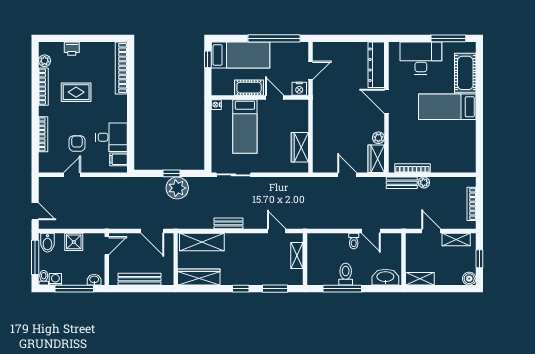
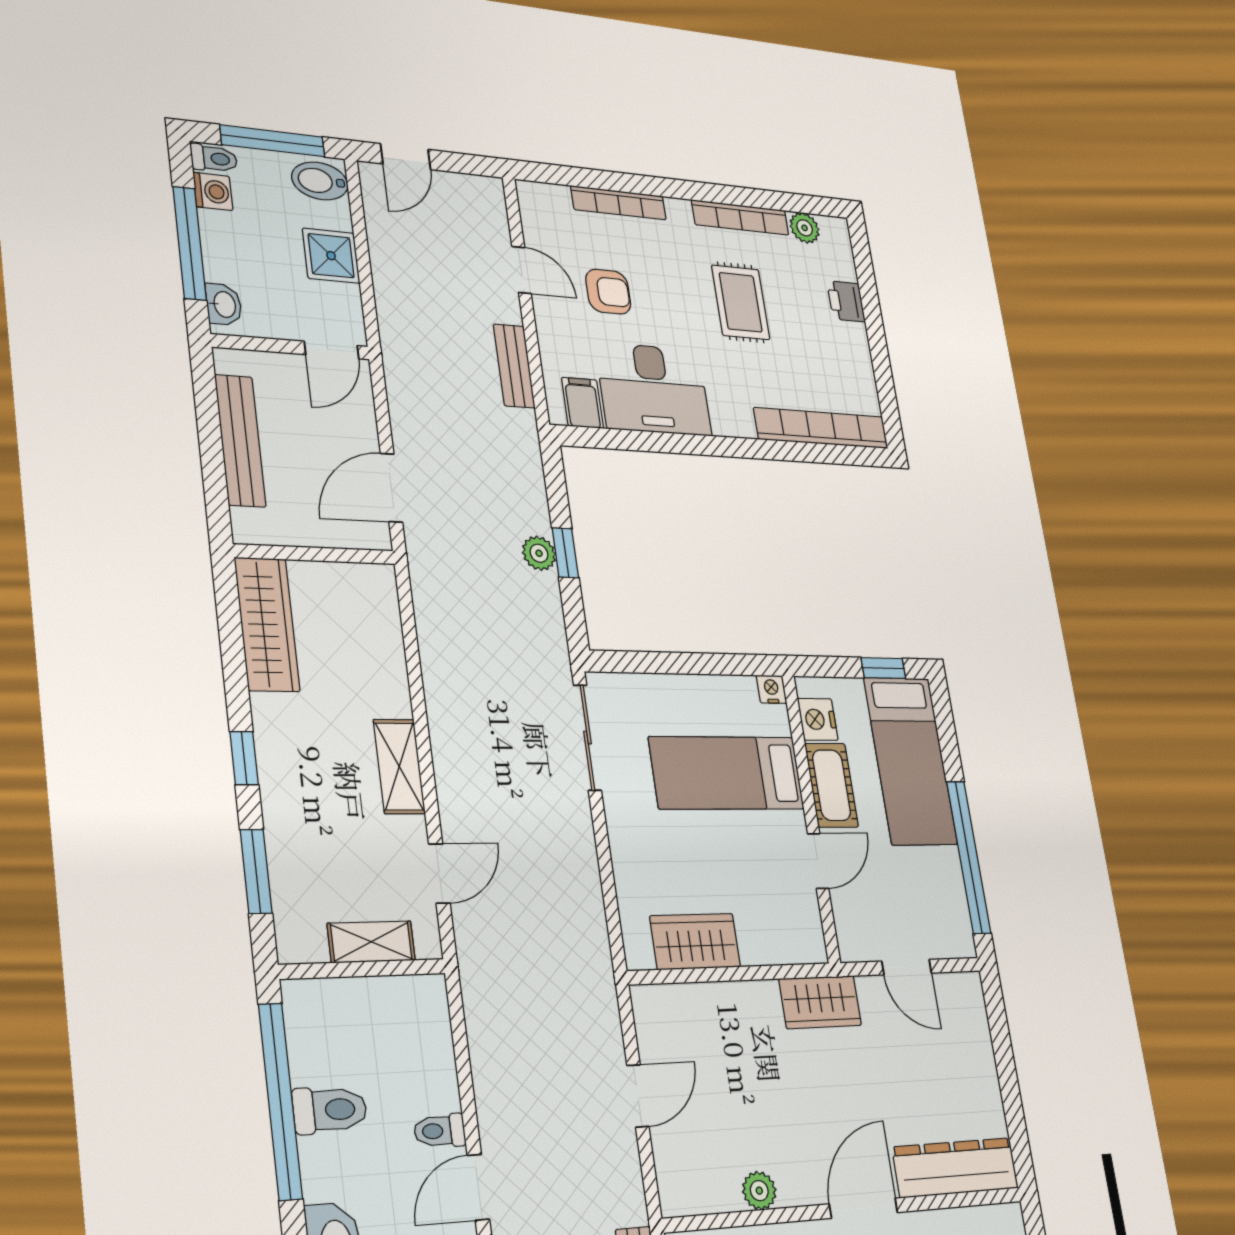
nightstand: (299, 89) -> (818, 719), moved
desk: (112, 137) -> (653, 389), width x1.37
wardrobe: (376, 159) -> (820, 1002), moved, turned 180
plant: (177, 188) -> (539, 553), width x0.53, depth x0.53
bench: (228, 223) -> (514, 366), moved
shelving: (202, 242) -> (399, 766), moved, width x0.67, depth x0.75
door: (107, 246) -> (332, 350), hinge flipped
window: (342, 289) -> (280, 1101), width x1.46

